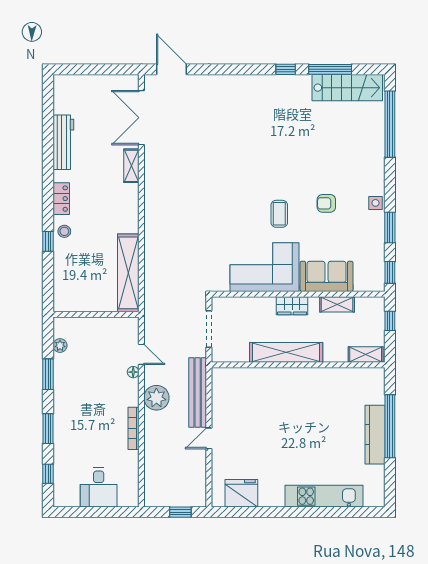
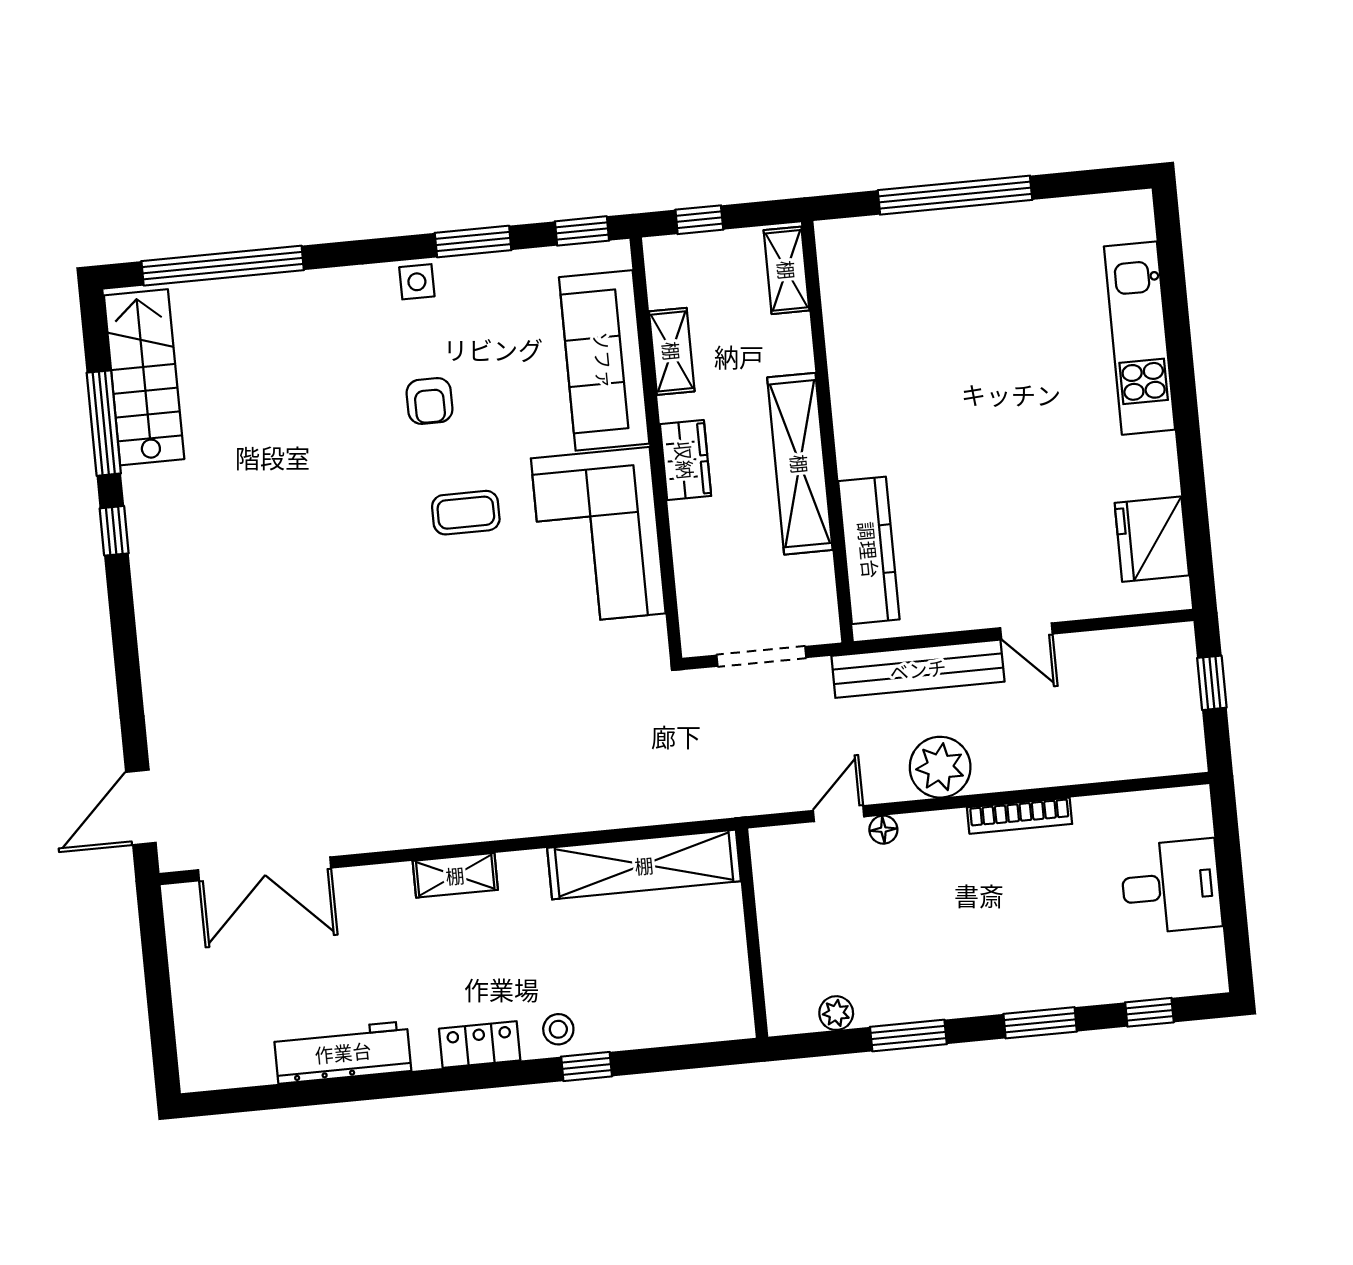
shelving: (131, 166) -> (455, 875), moved
sofa: (327, 276) -> (604, 360), width x1.36
kitchen counter: (375, 435) -> (869, 550), moved, turned -90

